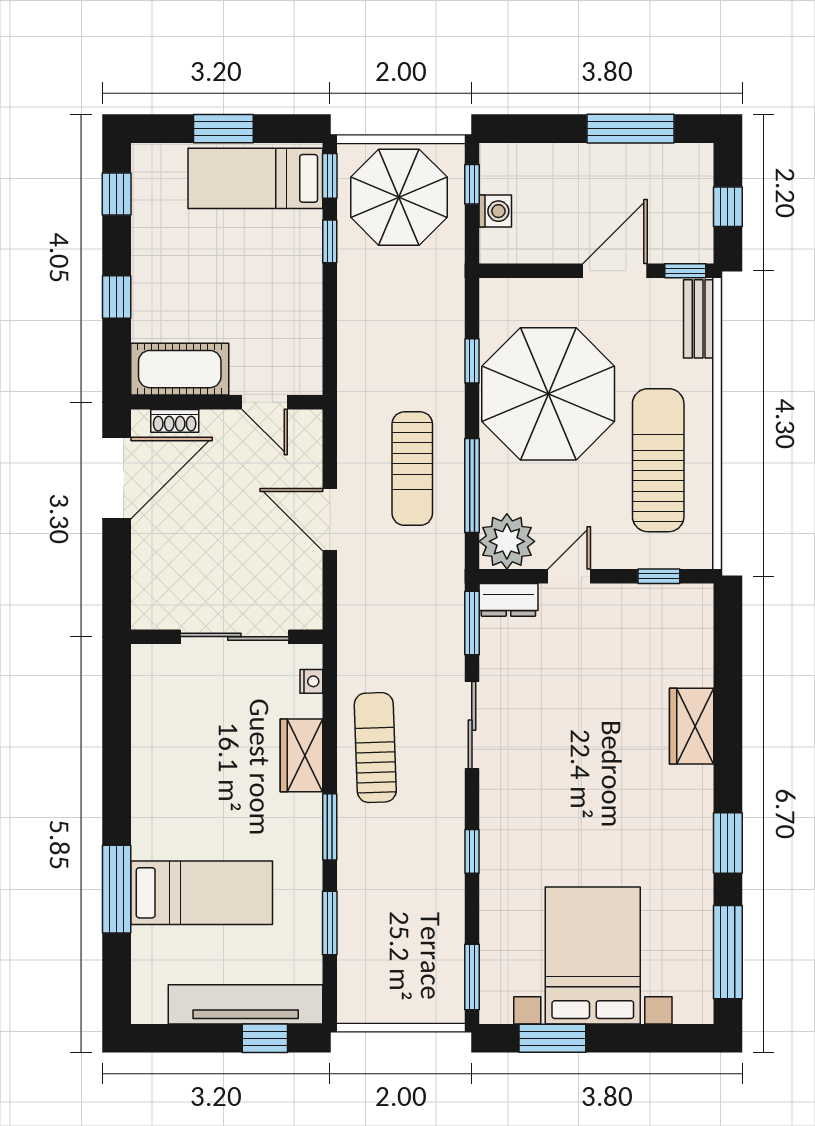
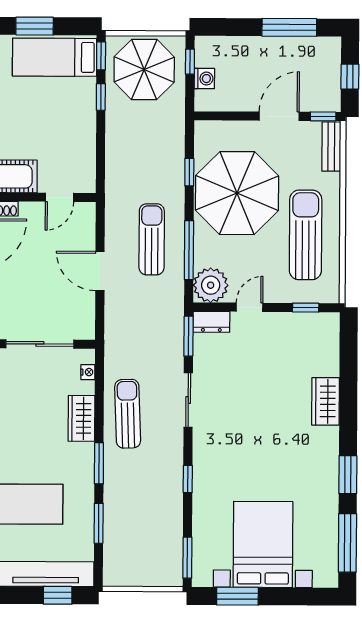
door: (265, 402) -> (59, 197), hinge flipped
sun lounger: (412, 469) -> (152, 239), turned 180

